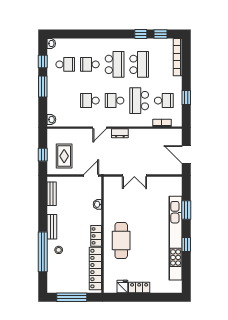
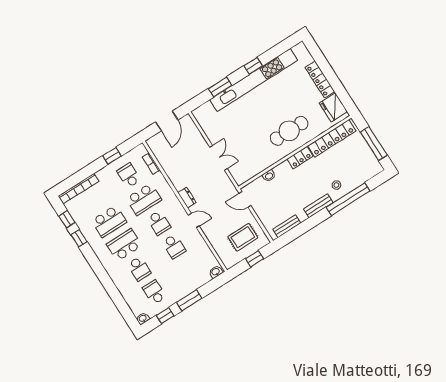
school desk: (139, 64) -> (109, 221), turned 180
fridge: (122, 287) -> (333, 107), width x1.88, depth x1.34
locker: (139, 287) -> (320, 79), width x1.53

